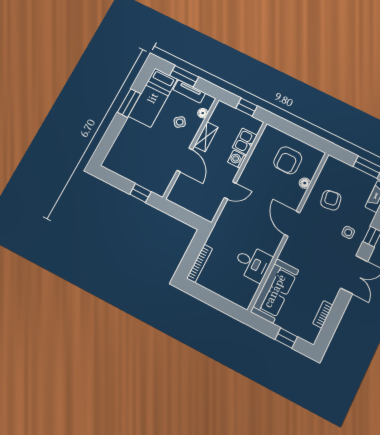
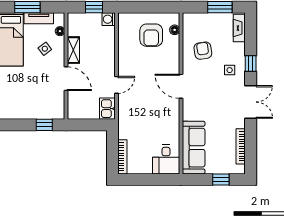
kitchen sink: (245, 141) -> (107, 109), moved
washing machine: (237, 159) -> (109, 19), moved
floor lamp: (305, 183) -> (175, 30), moved
desk: (253, 263) -> (166, 159), moved, turned 90
bookcase: (323, 314) -> (241, 146), width x1.56

